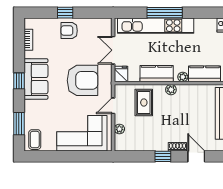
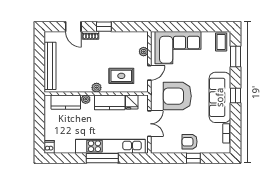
armchair: (69, 31) -> (190, 142), turned 180
fridge: (121, 74) -> (132, 102), moved
sofa: (36, 79) -> (220, 97), width x1.36
rug: (144, 102) -> (121, 76), turned 90

